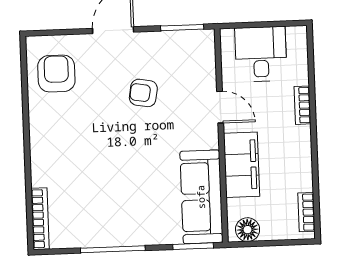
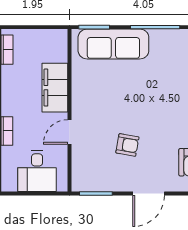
door: (220, 107) -> (69, 132), hinge flipped
sofa: (201, 197) -> (113, 44), moved, turned 90
floor lamp: (248, 230) -> (52, 38), removed

